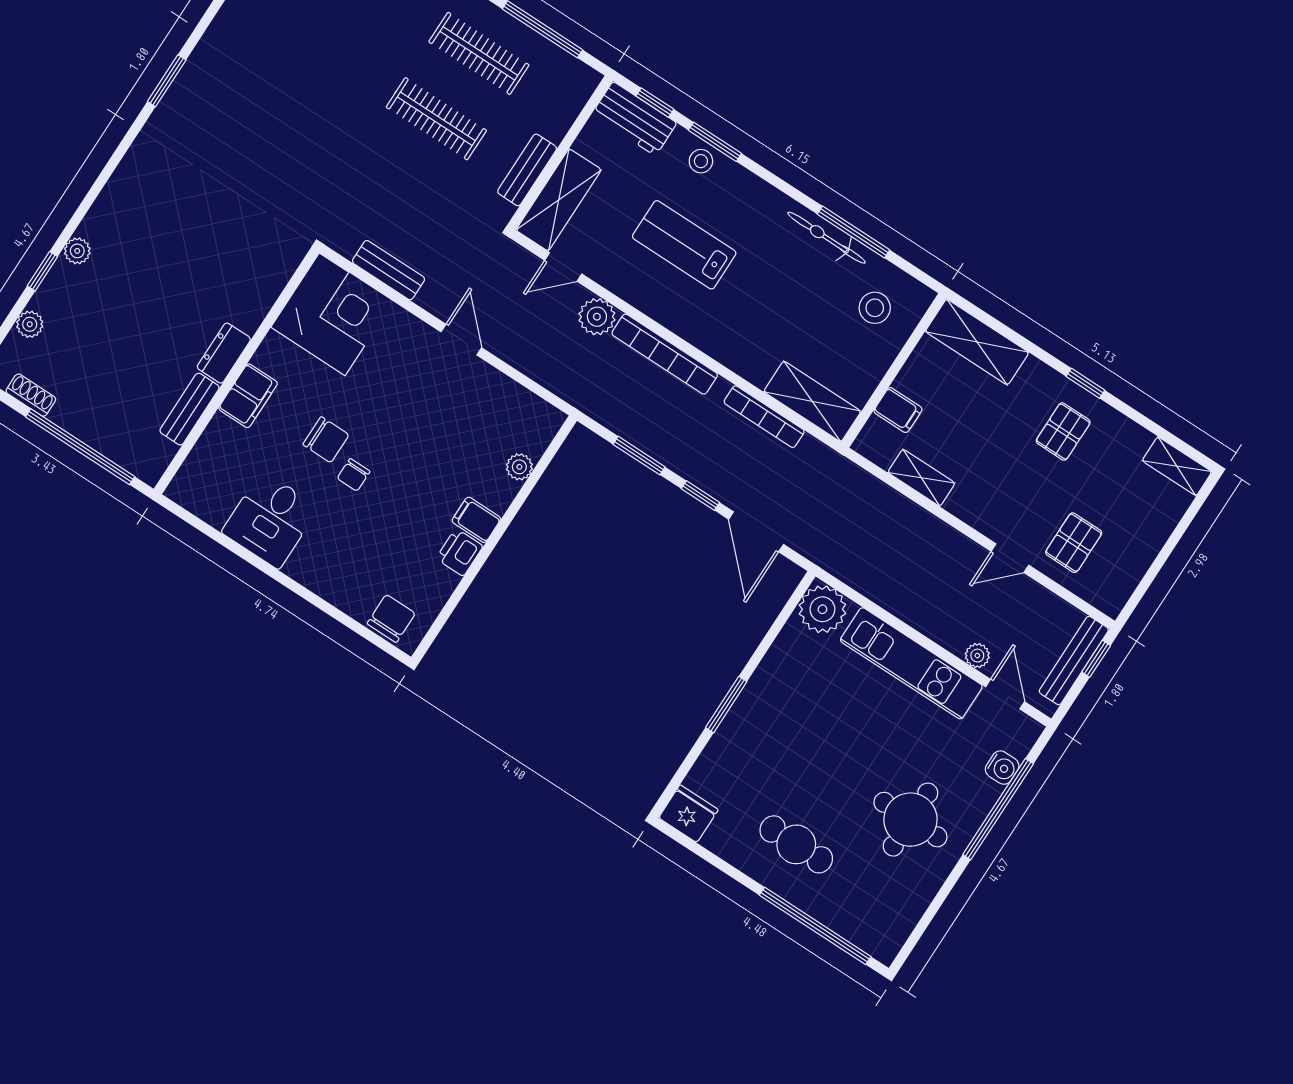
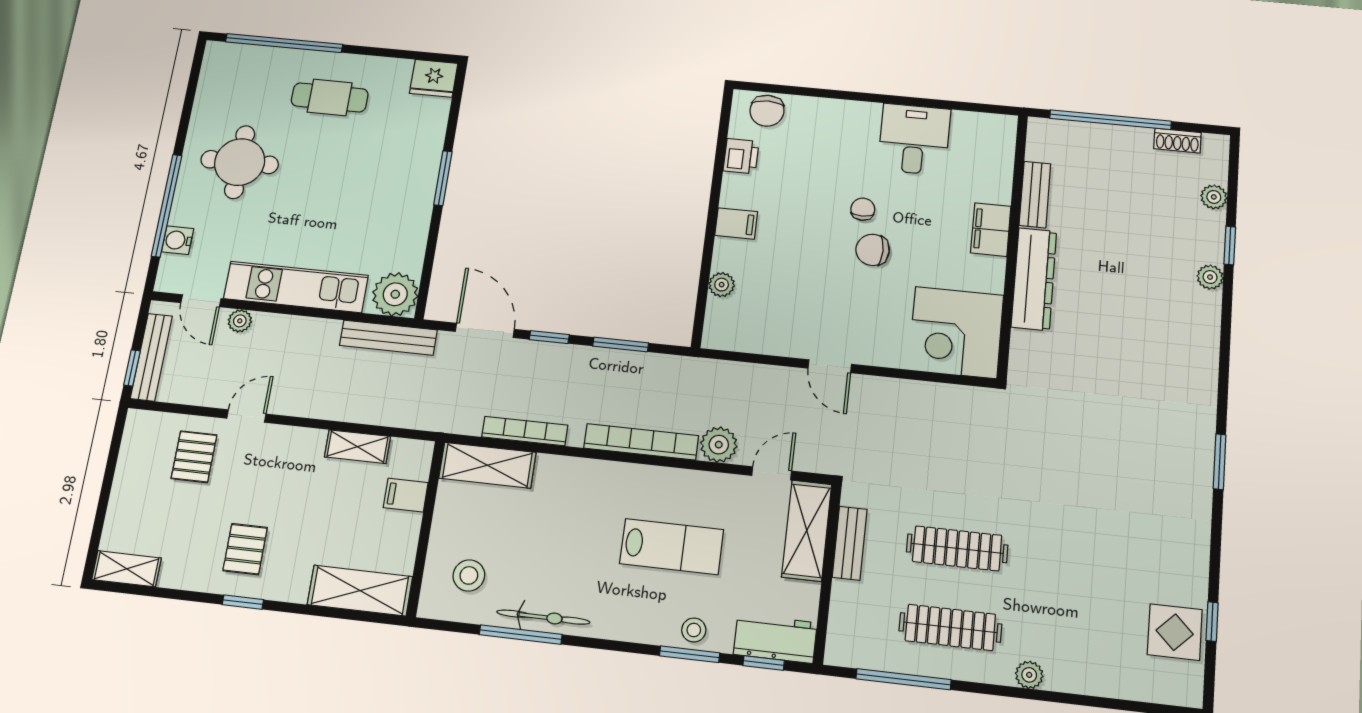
bench: (388, 270) -> (388, 338), moved, width x1.36
dresser: (224, 353) -> (1034, 279), width x1.96, depth x1.24
chair: (326, 440) -> (873, 250), moved
printer: (460, 552) -> (741, 156), moved

